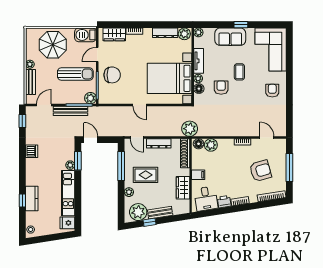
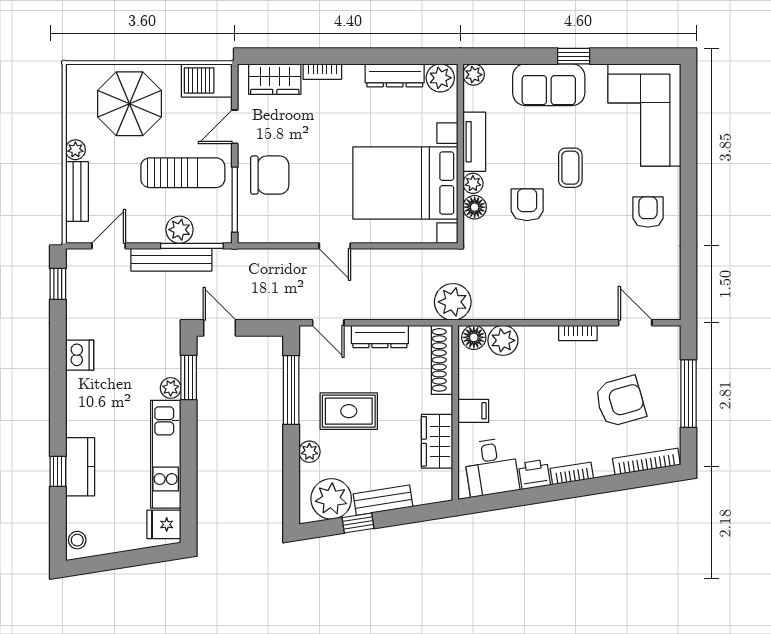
plant: (90, 98) -> (179, 230), moved

